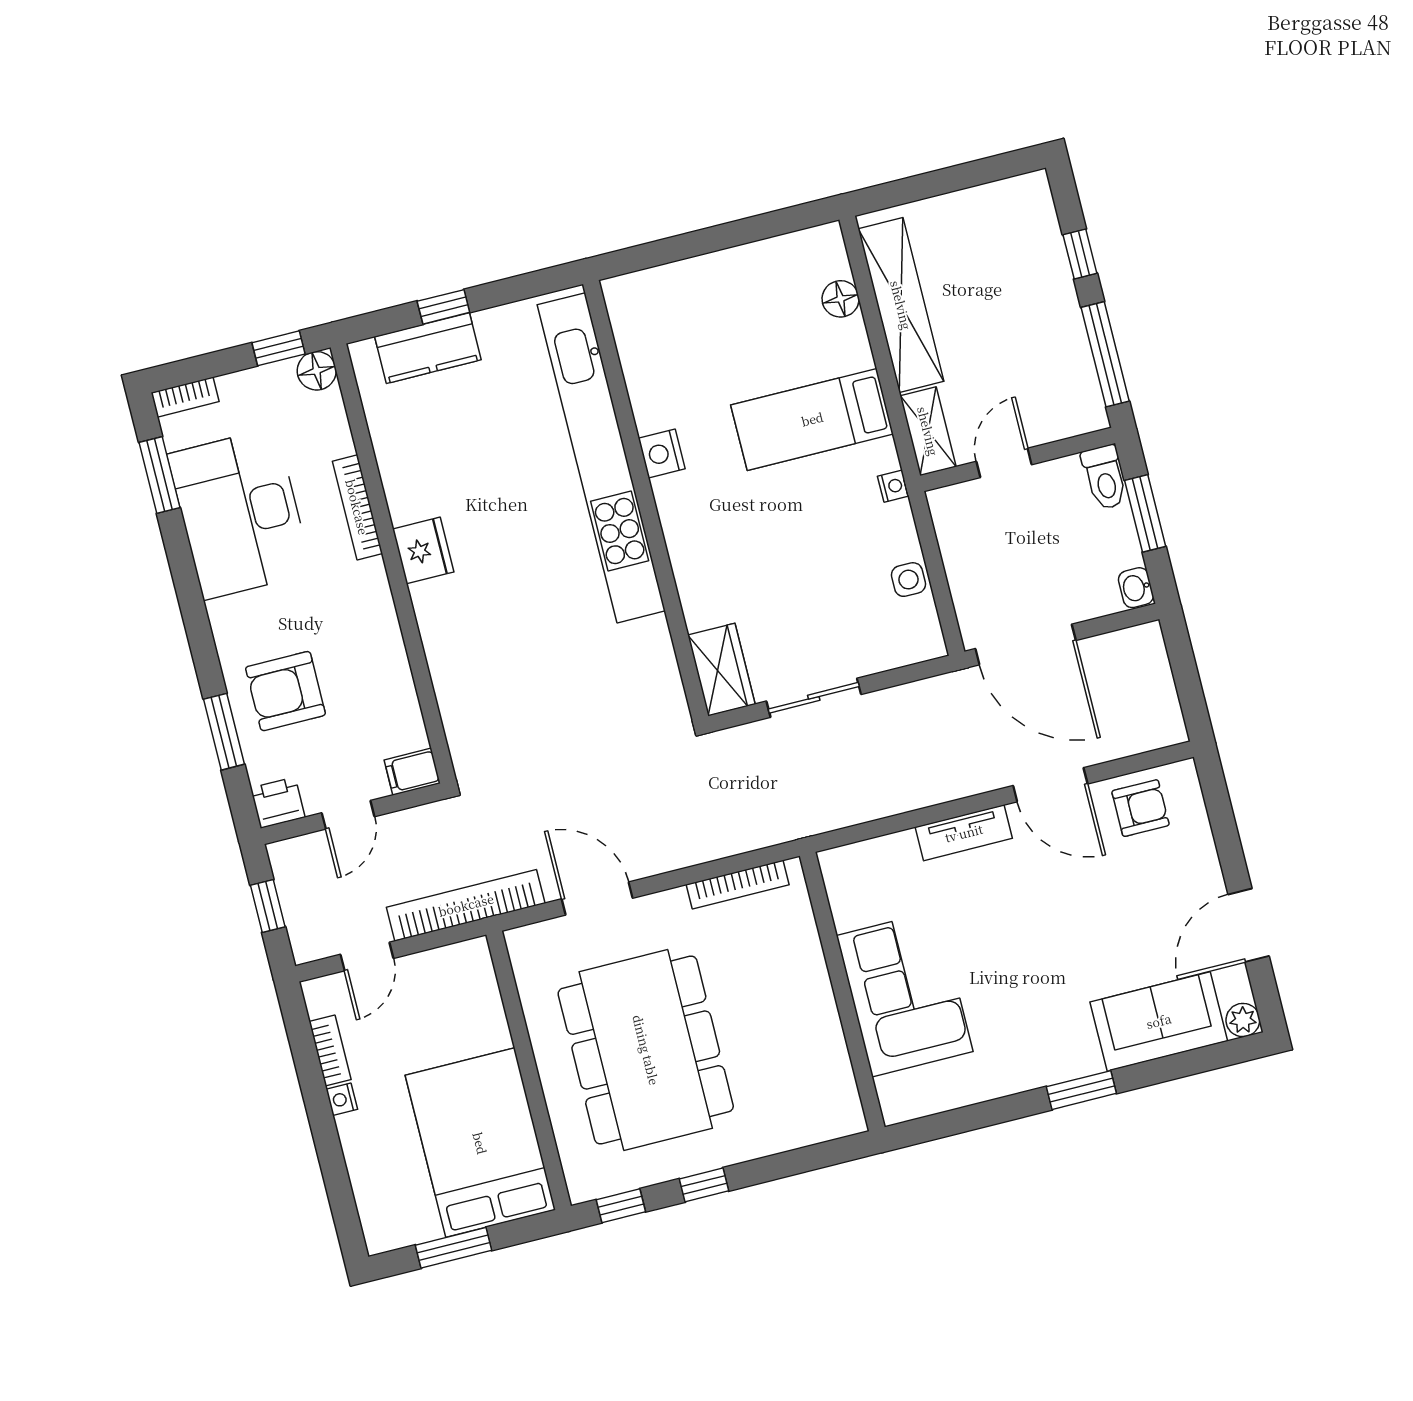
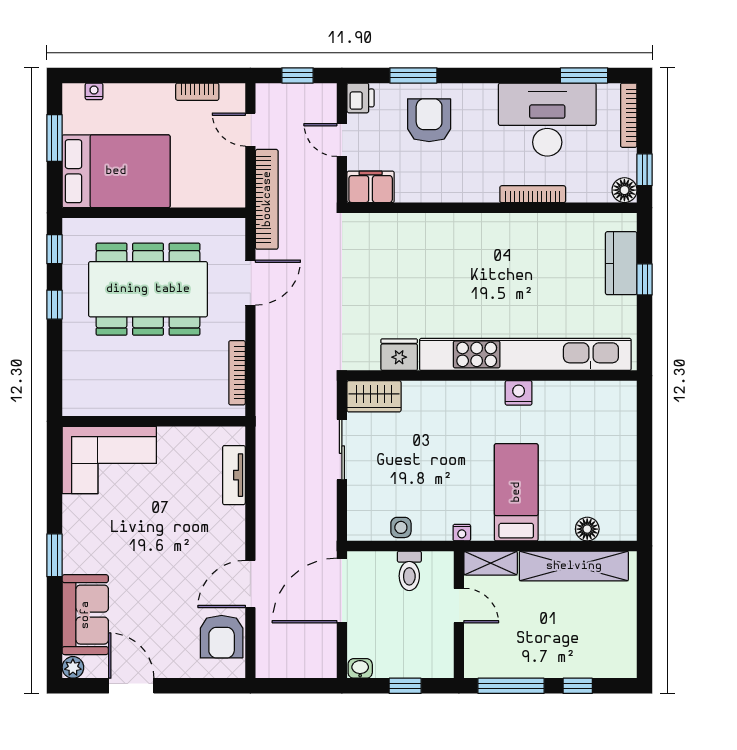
bookcase: (185, 397) -> (629, 115), width x1.56
toilet: (1105, 477) -> (409, 571), moved, turned -90
window: (1145, 513) -> (405, 686), width x0.67
fridge: (423, 550) -> (399, 355), moved, turned 180
filing cabinet: (412, 772) -> (371, 187), width x2.00
armchair: (1141, 808) -> (222, 637), width x1.38, depth x1.38
tv unit: (964, 833) -> (234, 475), moved
corner sofa: (905, 994) -> (109, 460), moved
nightstand: (342, 1099) -> (94, 91), moved

